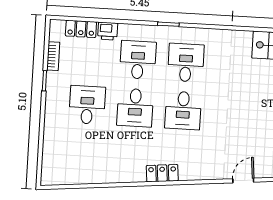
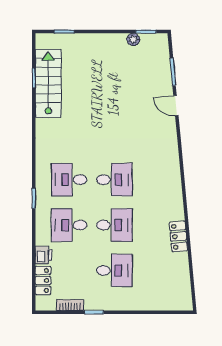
desk: (87, 105) -> (114, 270), turned 180
locker: (162, 173) -> (178, 236), moved
door: (243, 180) -> (176, 106), moved

